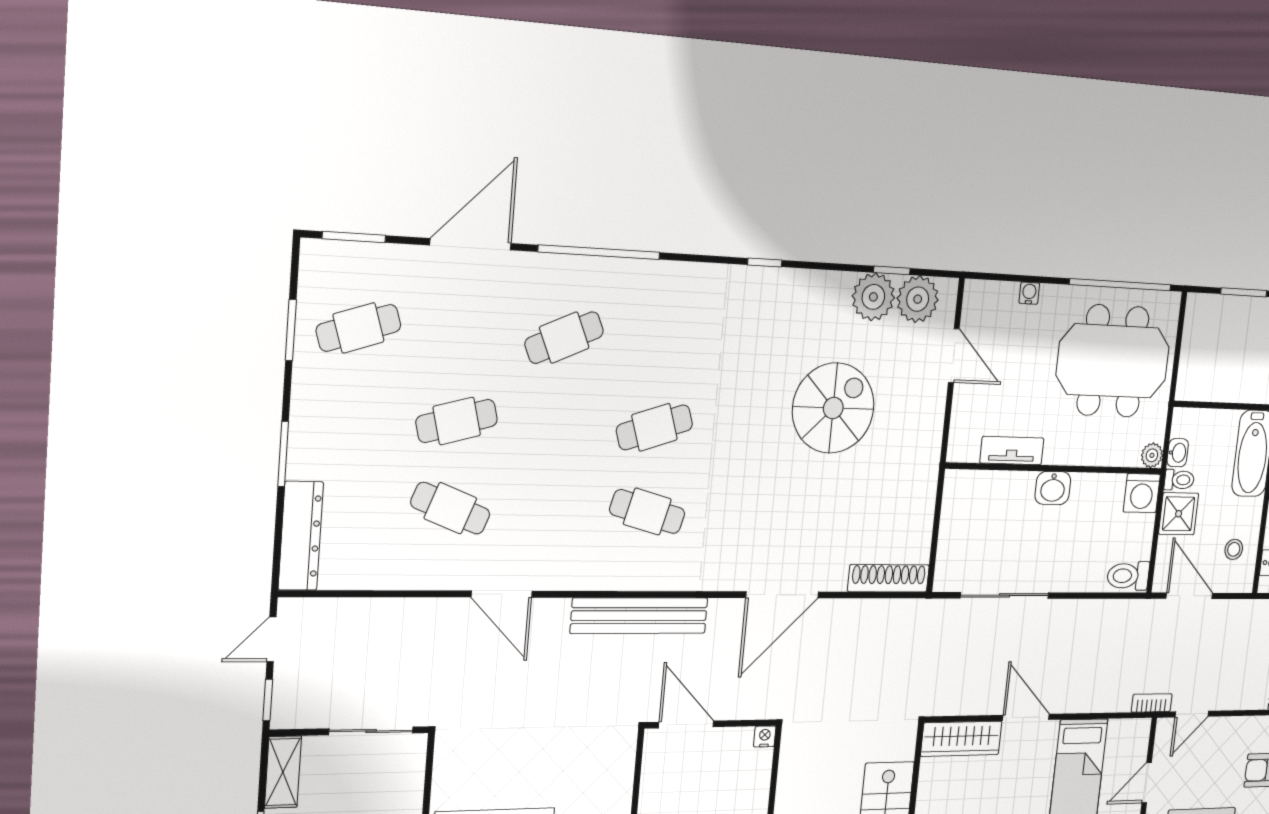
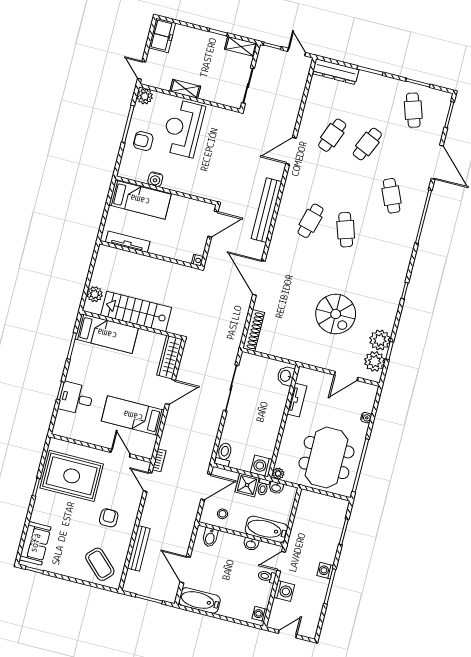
cafe table: (457, 421) -> (367, 144), turned 39
washbasin: (1053, 488) -> (286, 376), moved

